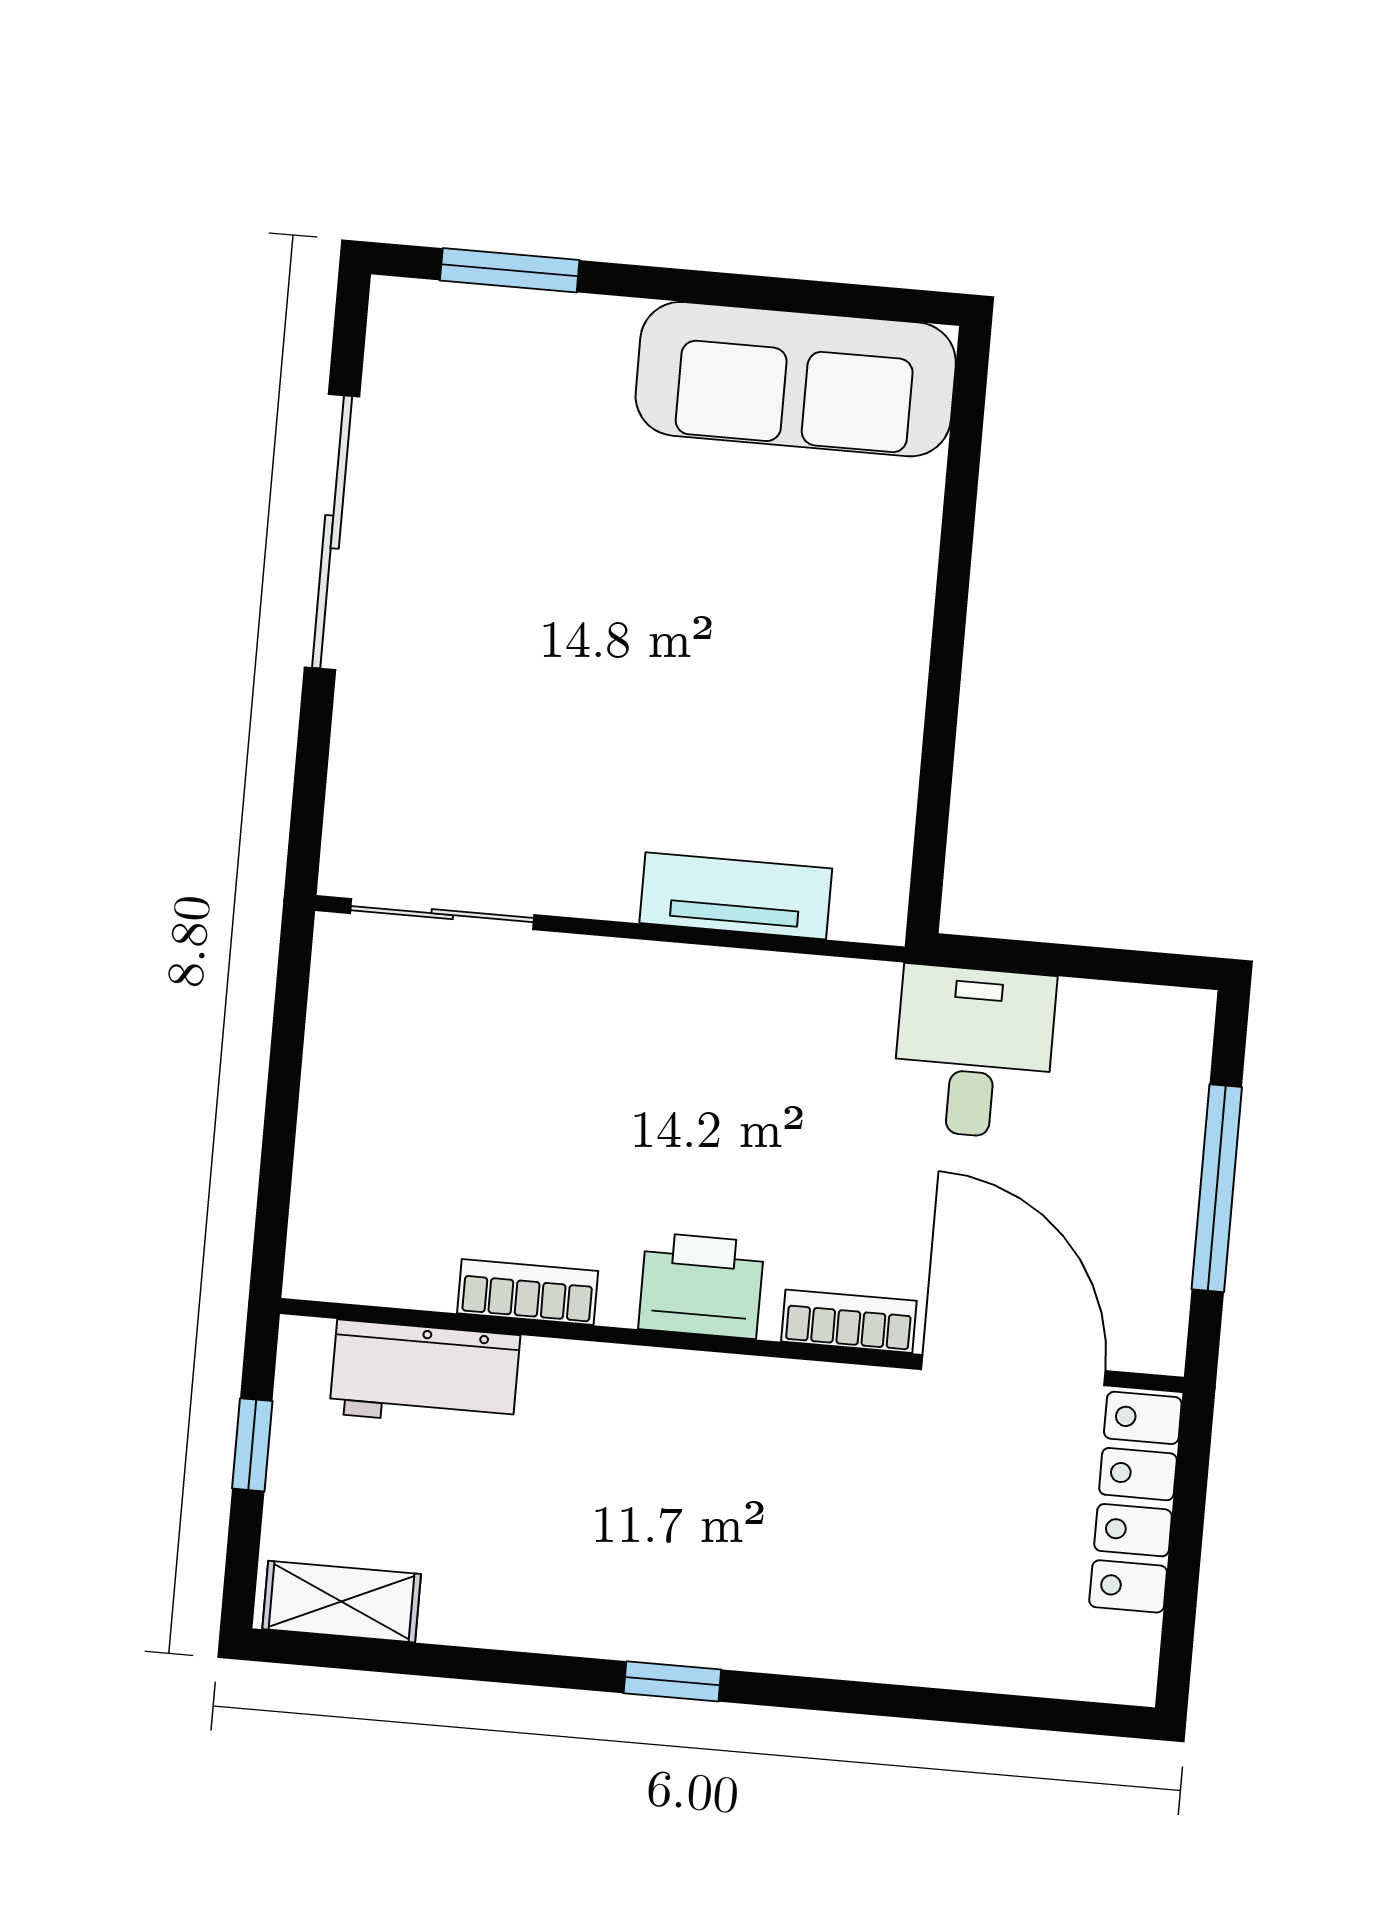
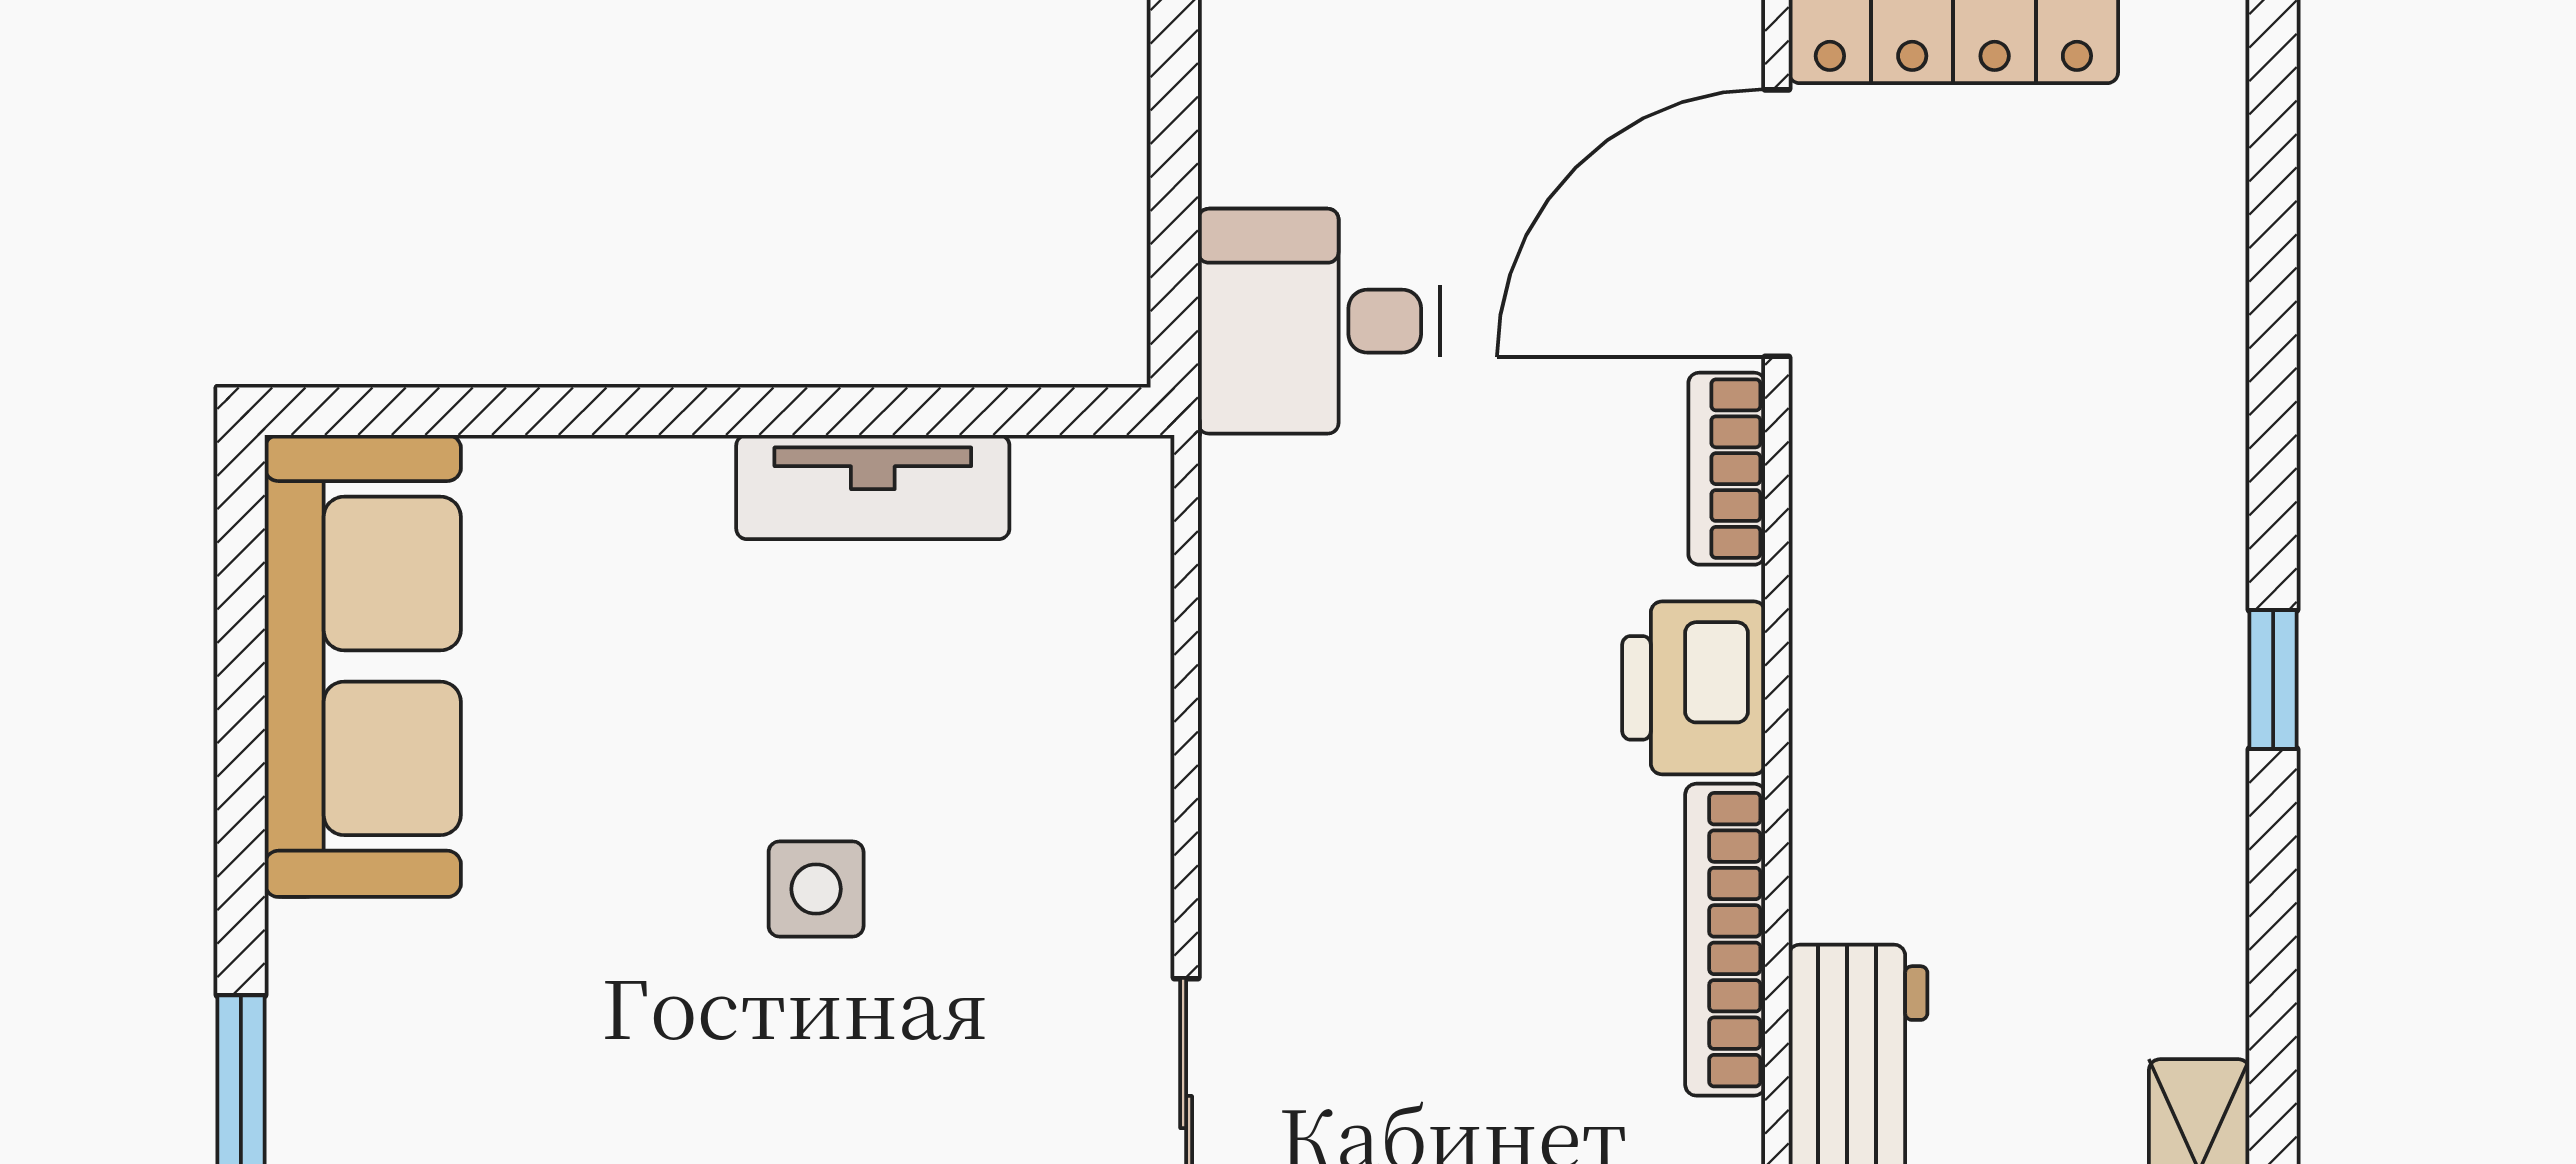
side table: (616, 675) -> (816, 889), added
tv unit: (736, 896) -> (873, 487), moved, turned -90
bookcase: (528, 1292) -> (1725, 940), width x1.56

